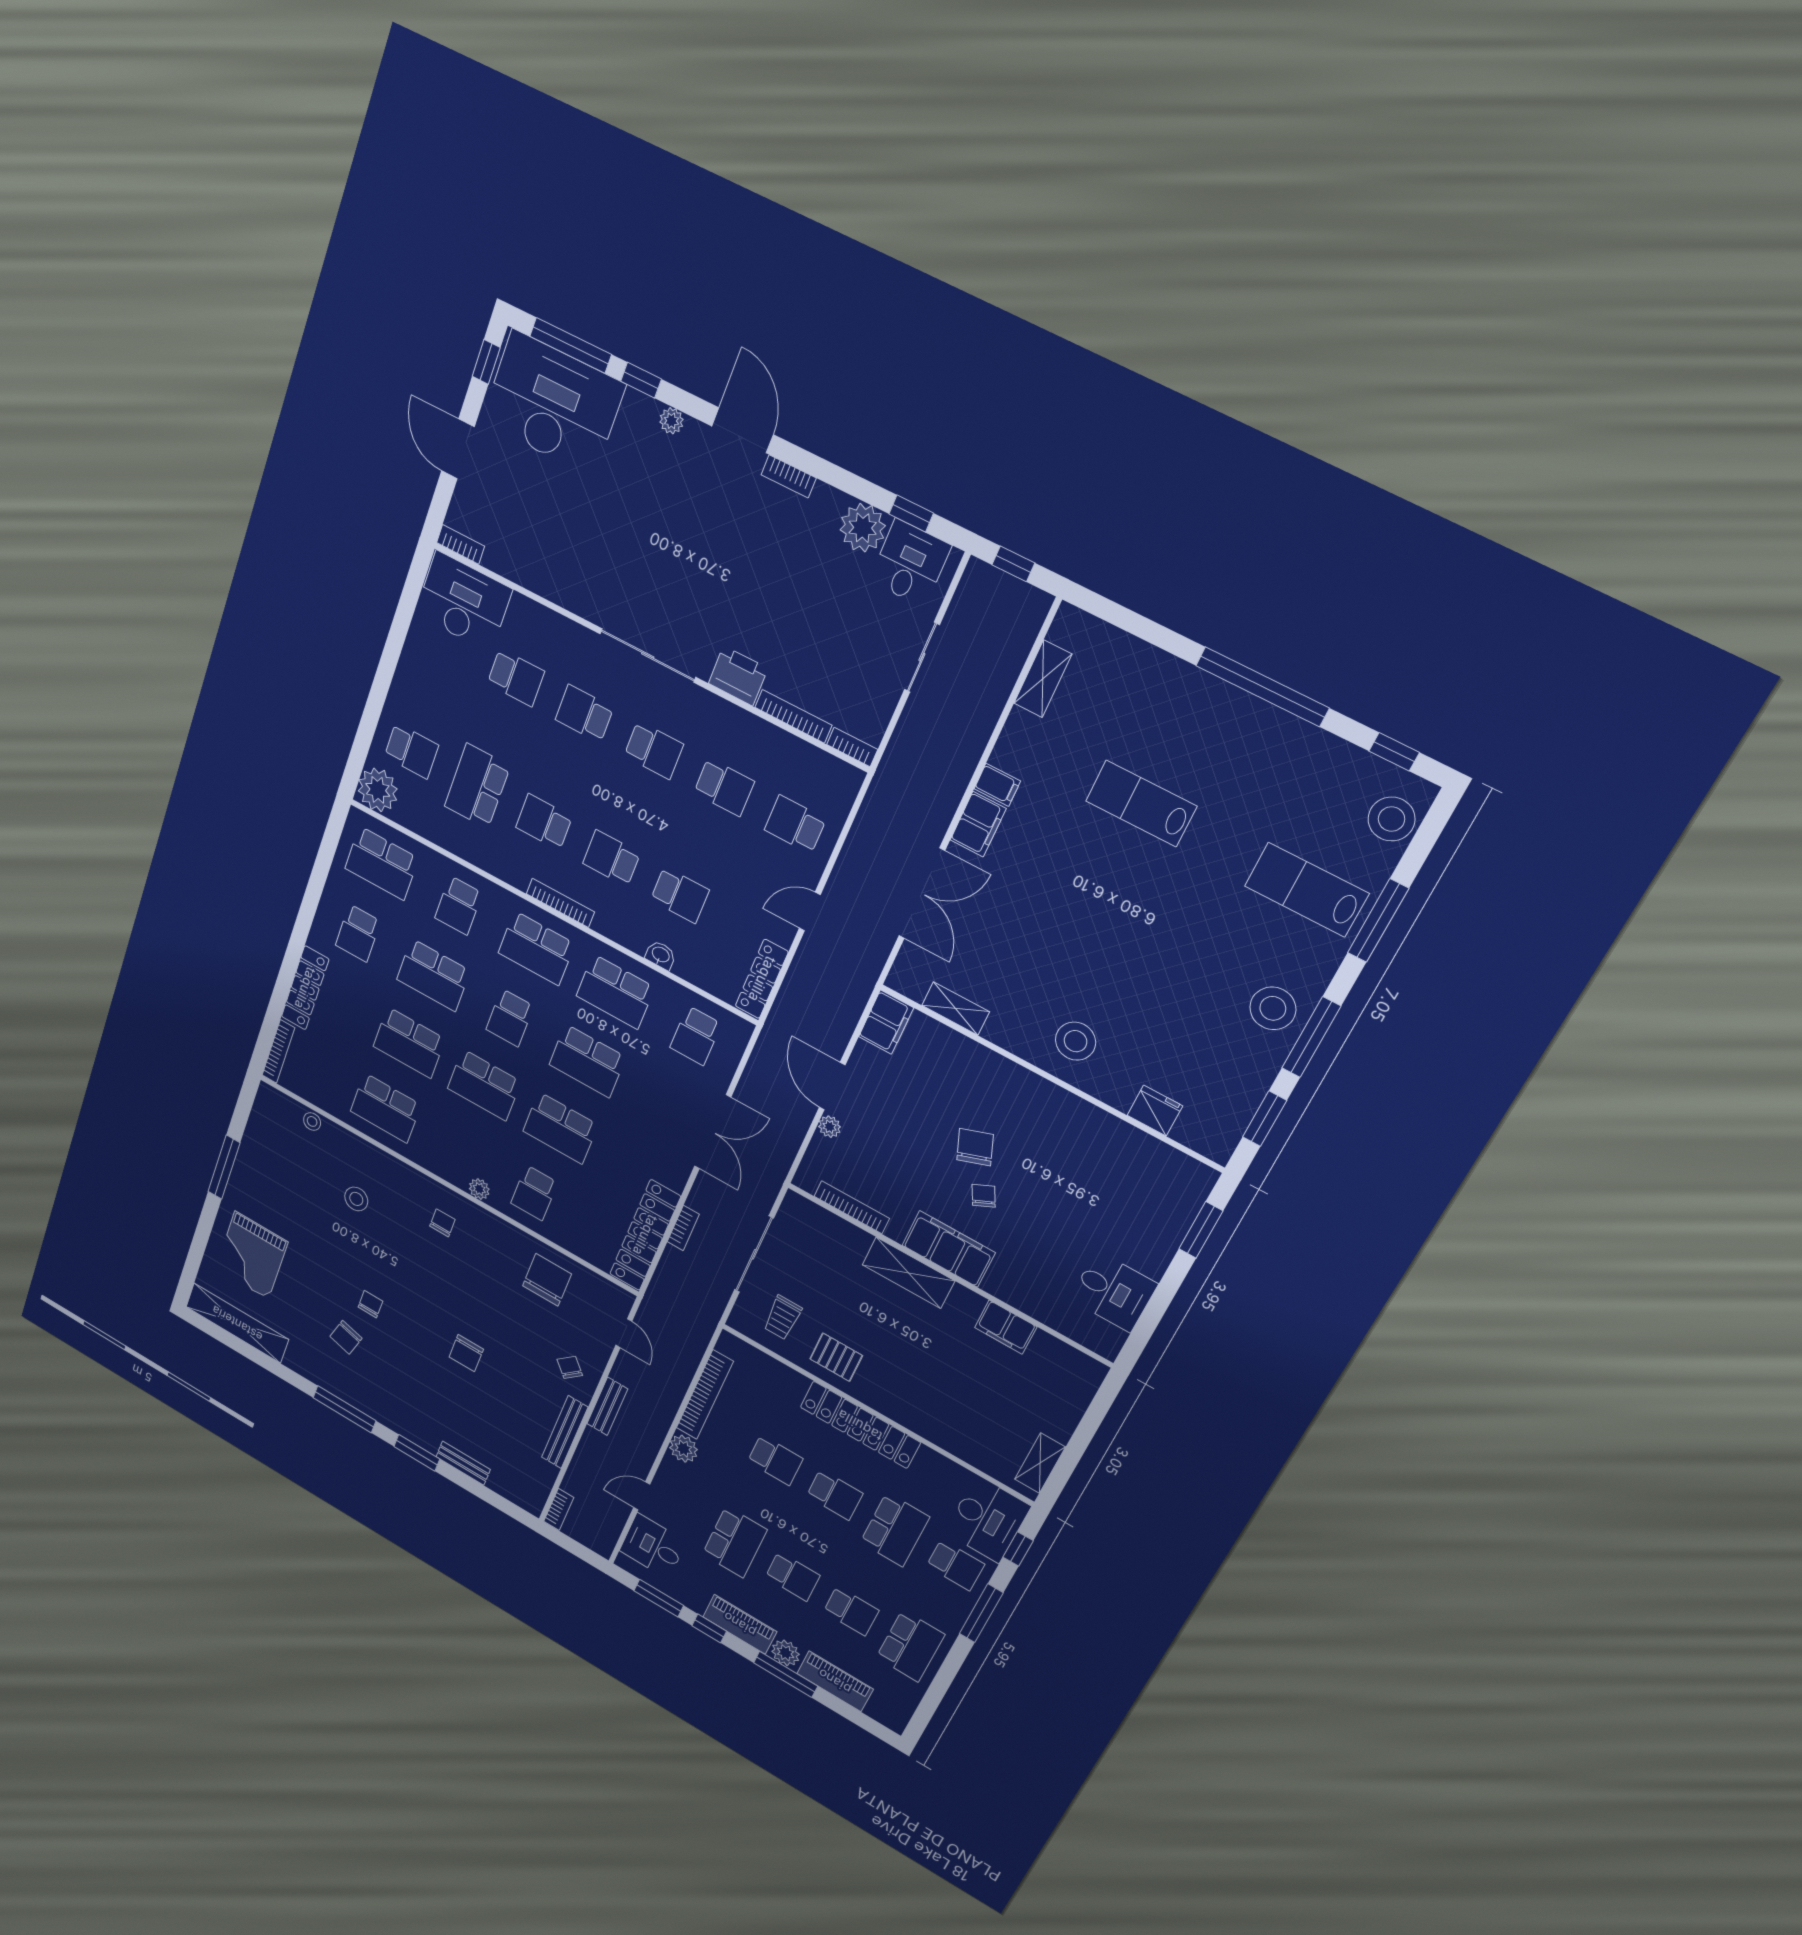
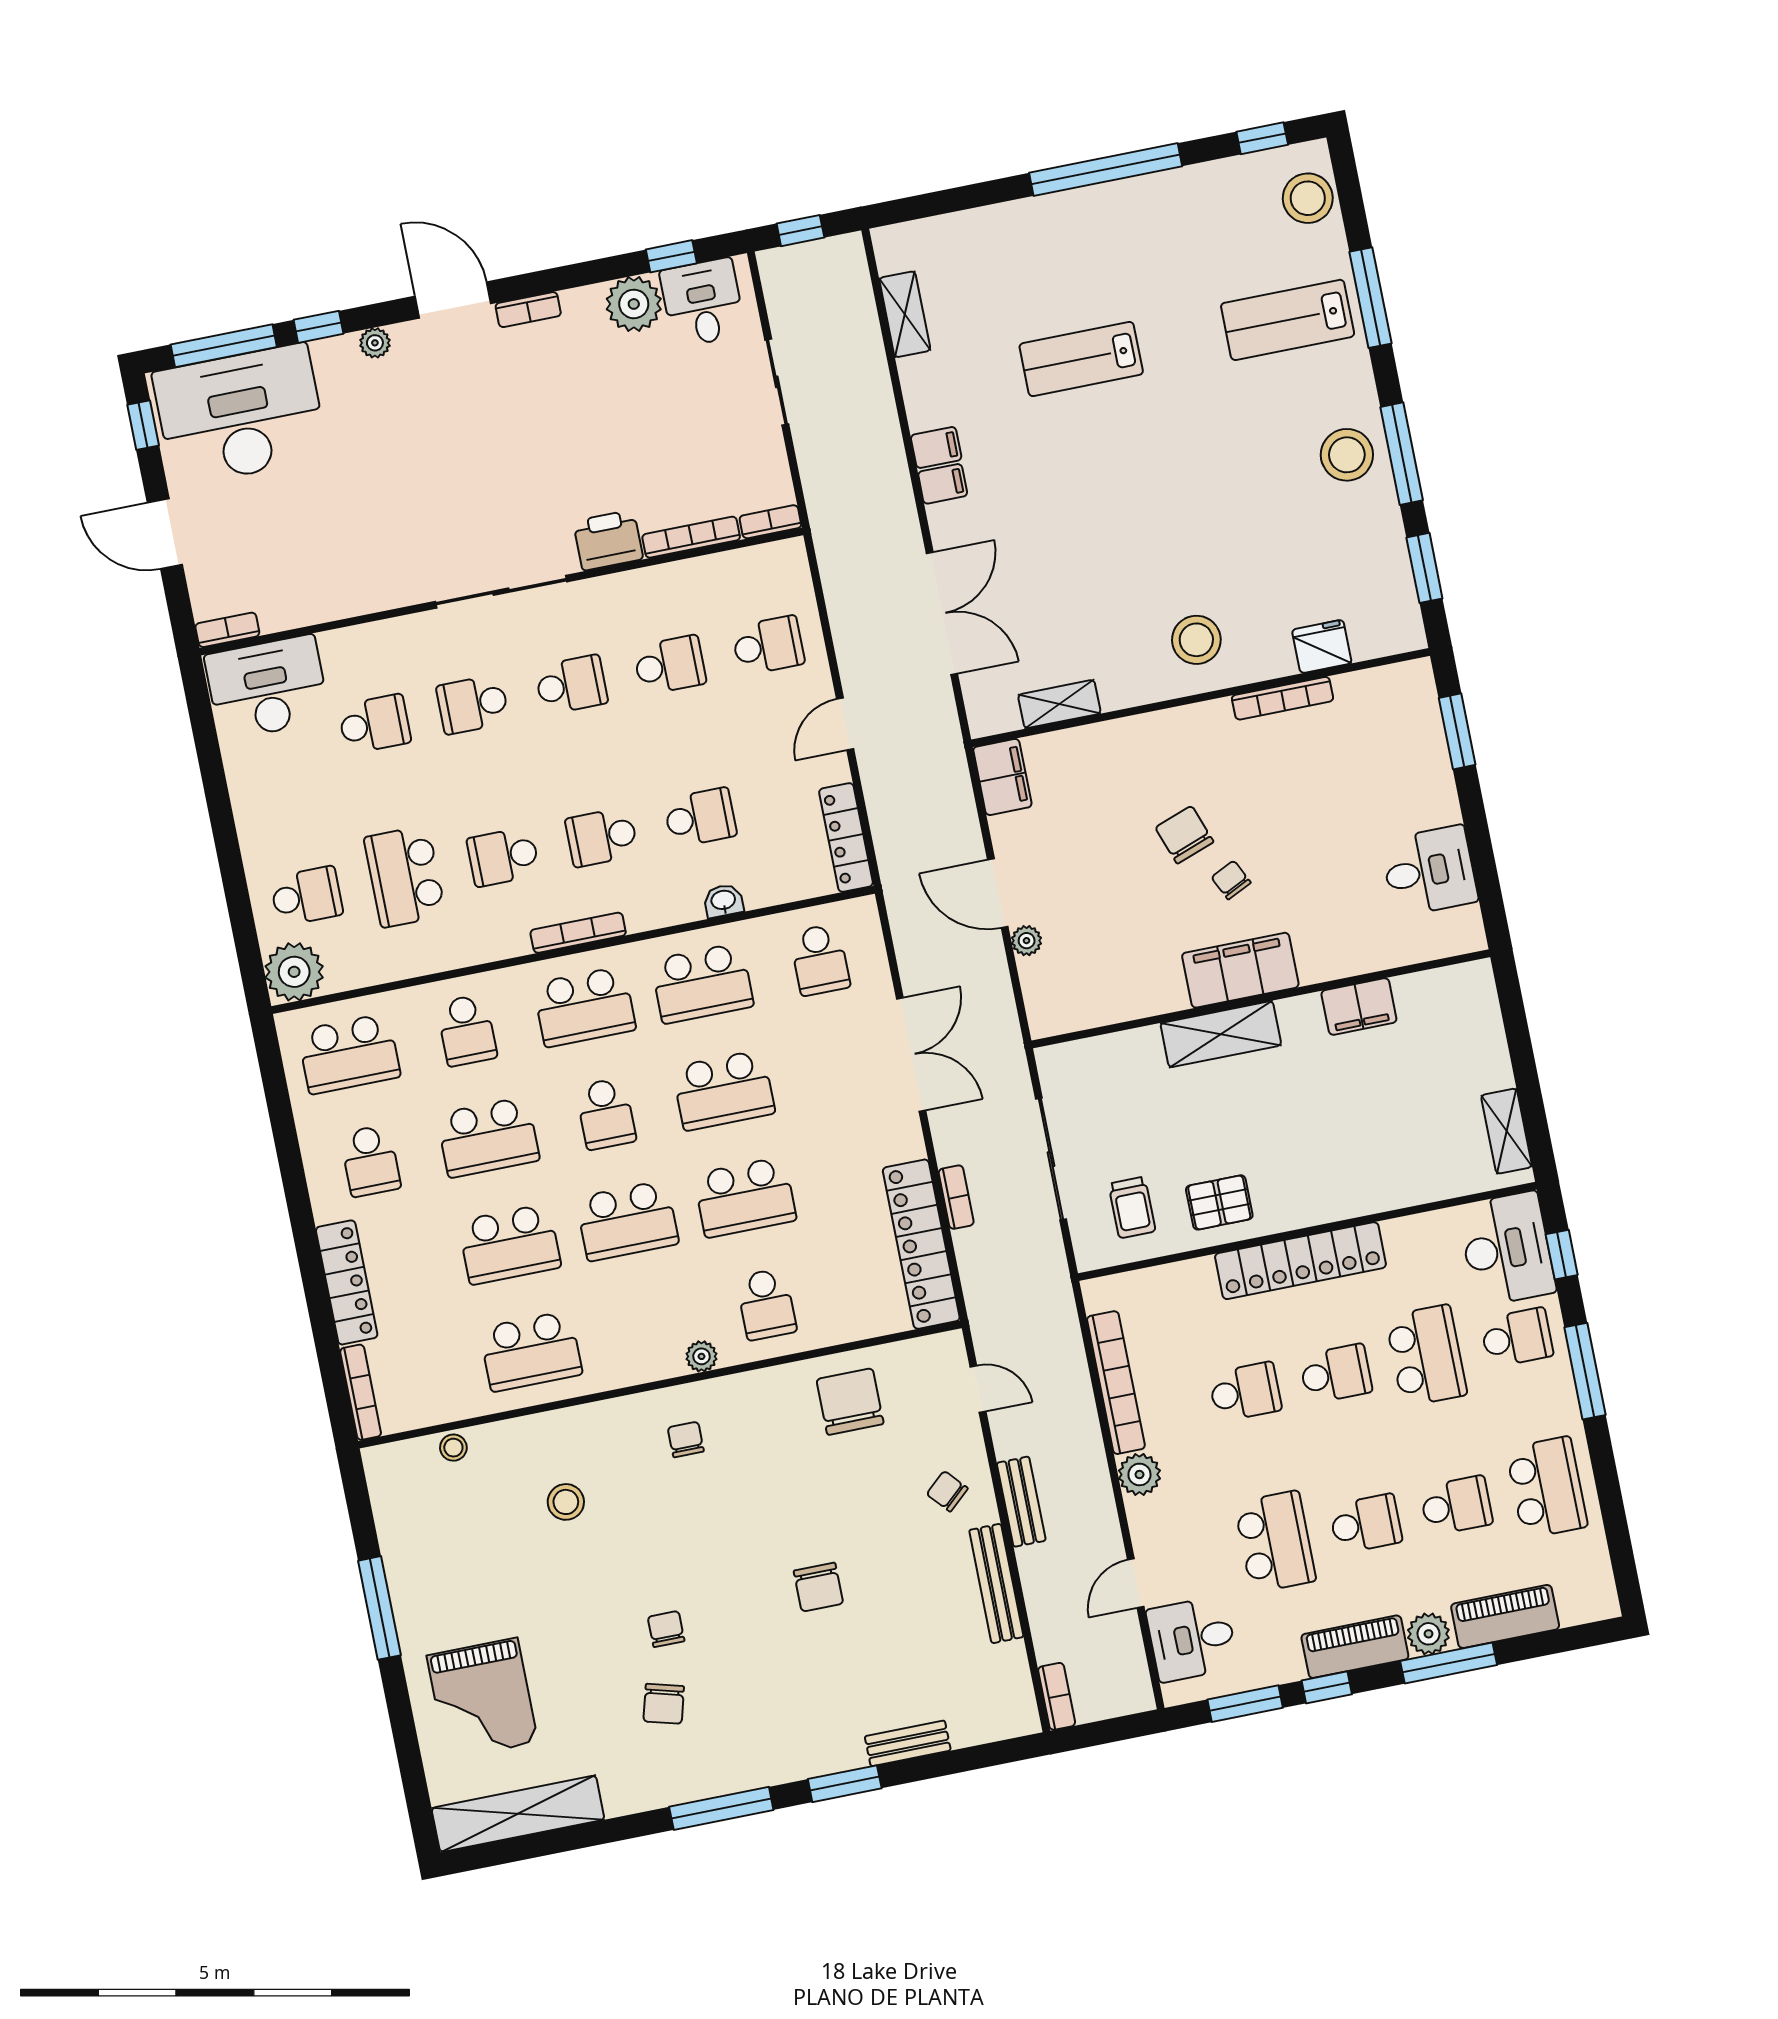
school desk: (795, 824) -> (768, 645), turned 180
filing cabinet: (978, 824) -> (943, 484), width x0.50
bookcase: (852, 1207) -> (1283, 698), moved, turned 180

